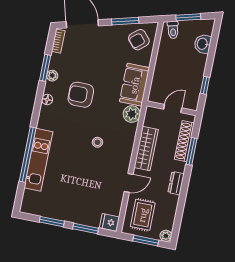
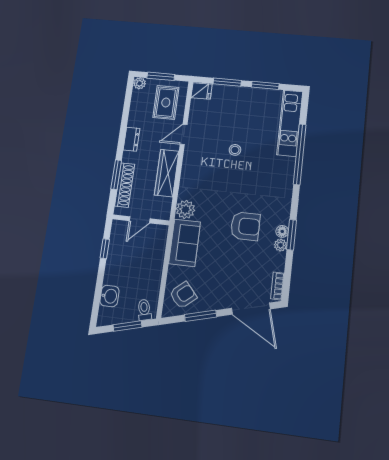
window: (45, 68) -> (292, 235), moved
floor lamp: (47, 100) -> (282, 231), moved
stool: (97, 142) -> (235, 150), moved
kitchen unit: (38, 160) -> (290, 123), moved

